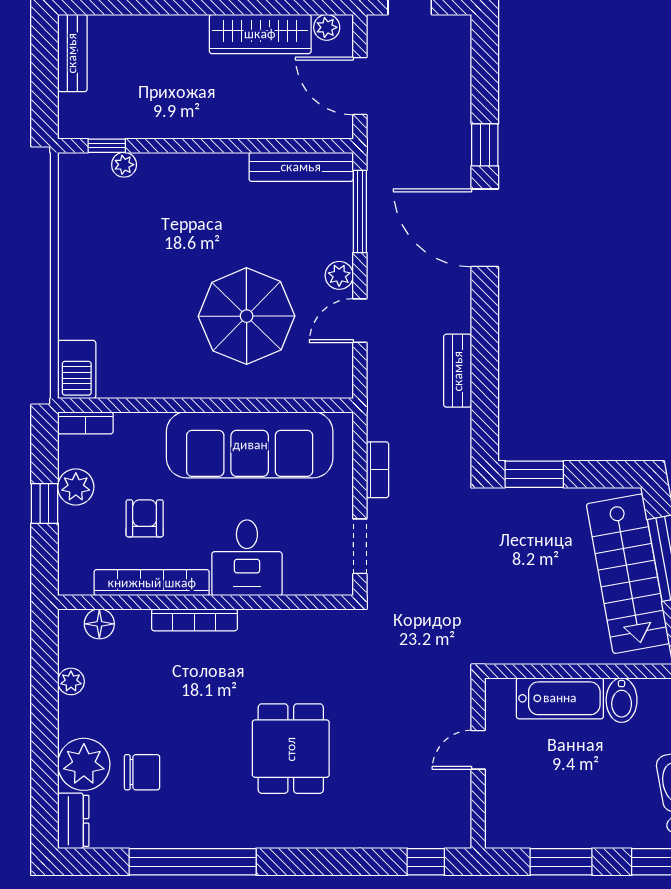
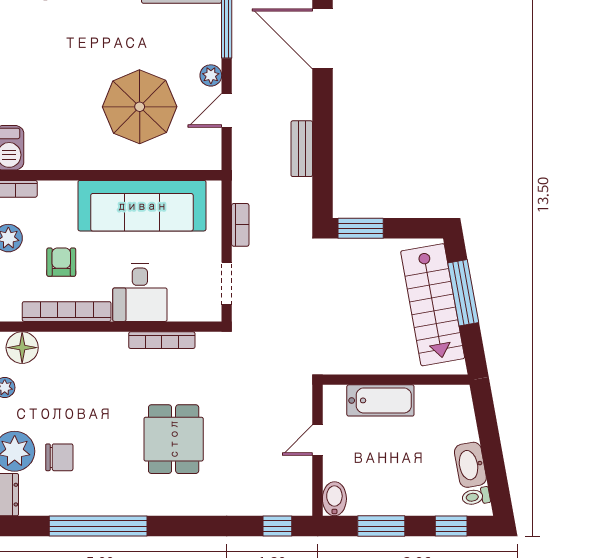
bookcase: (194, 620) -> (162, 340), moved
floor lamp: (99, 624) -> (22, 348), width x1.38, depth x1.38
bidet: (622, 700) -> (334, 499), moved, turned 180

